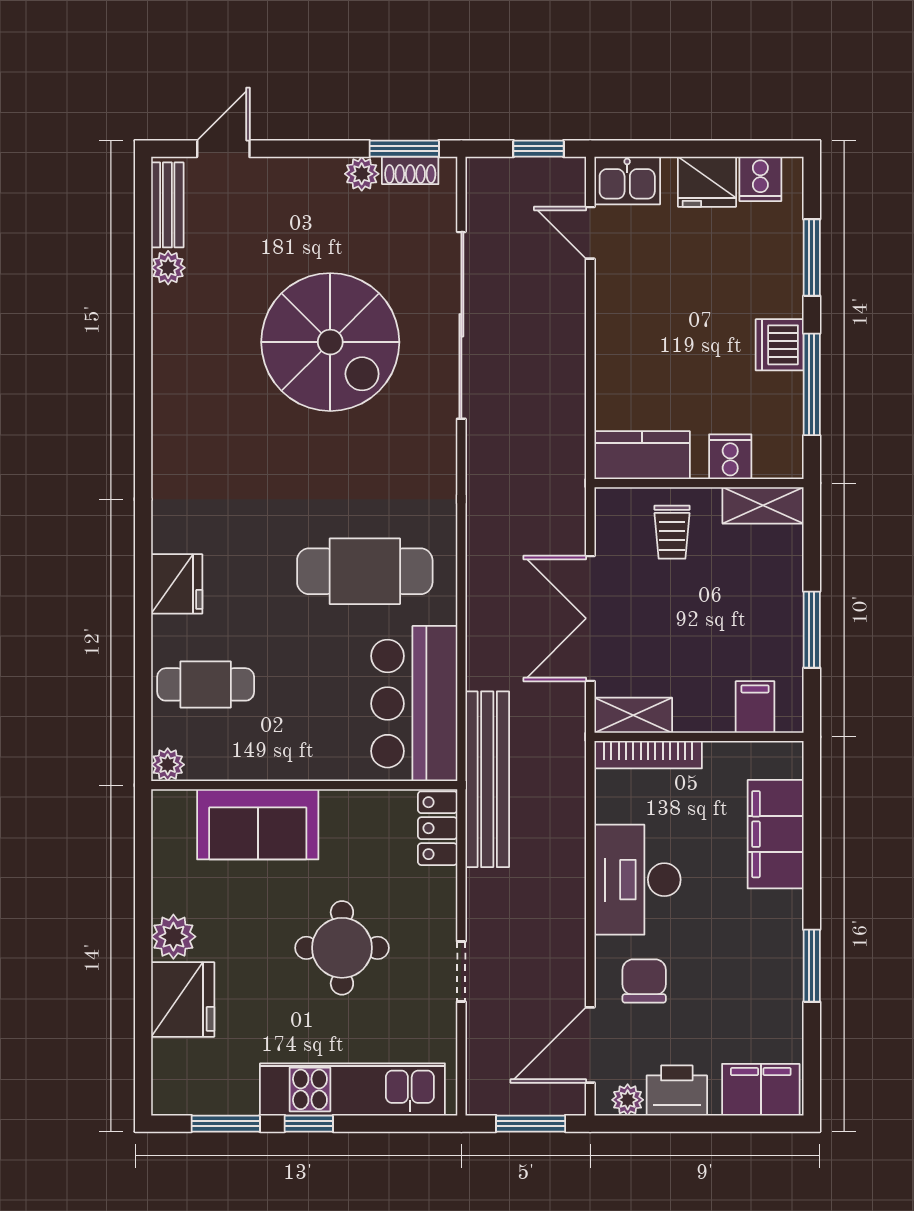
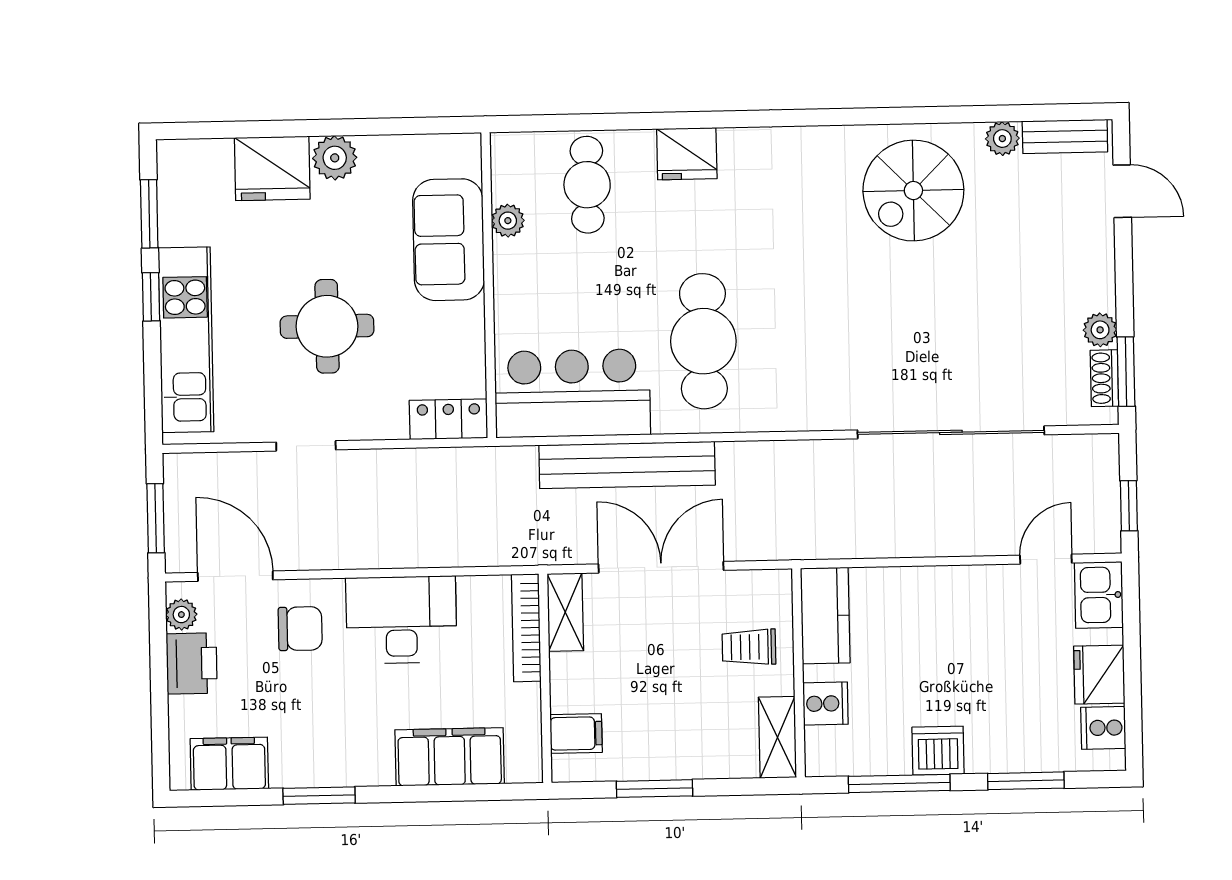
spiral stairs: (330, 342) -> (913, 191), moved, width x0.73, depth x0.73
plant: (168, 765) -> (508, 221), moved
bench: (487, 779) -> (627, 465), moved
filing cabinet: (761, 1090) -> (229, 764), moved, turned -90

